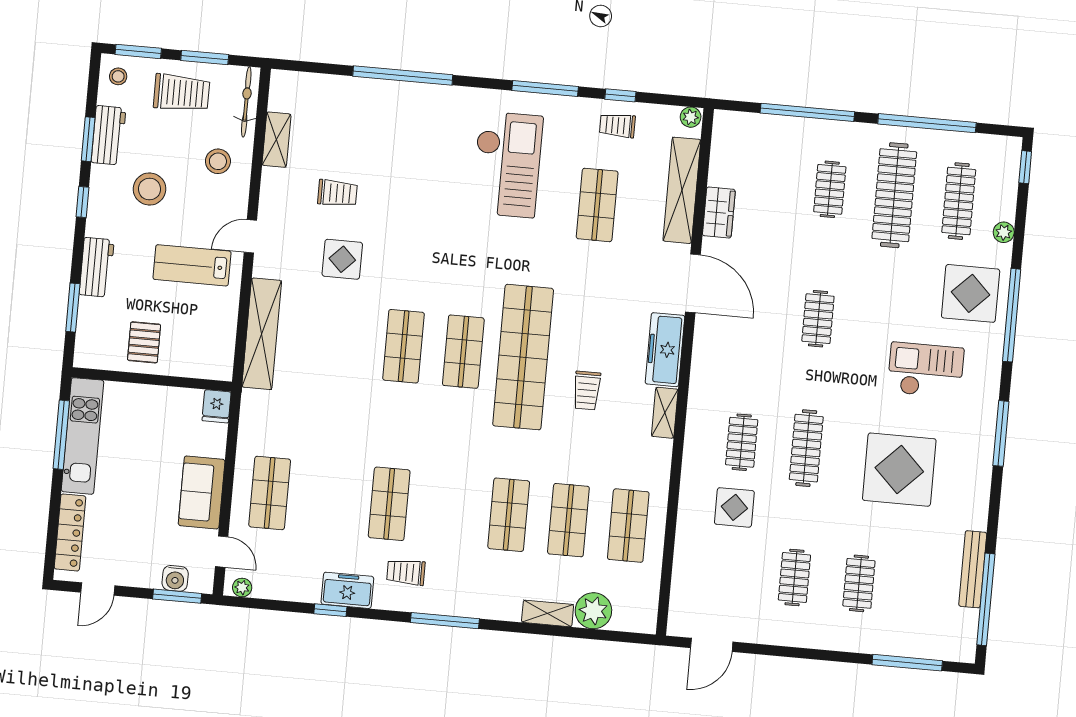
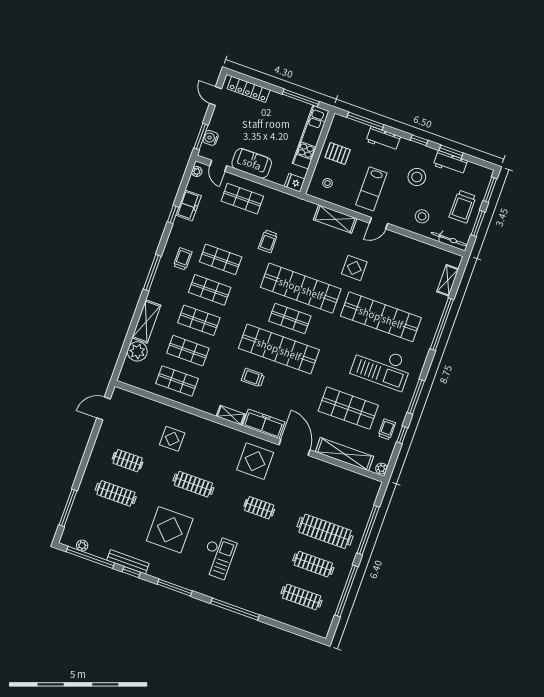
stool: (118, 76) -> (327, 183), moved
shelving: (276, 140) -> (448, 280), moved, turned 90
window: (1025, 167) -> (131, 572), moved
shop shelf: (418, 189) -> (381, 317), added
clothes rail: (830, 189) -> (325, 531), width x1.86, depth x1.31
trolley: (337, 193) -> (268, 241), moved
clothes rail: (894, 195) -> (313, 564), width x0.73, depth x0.76
shop shelf: (597, 205) -> (348, 408), width x1.43, depth x1.36
wardrobe: (719, 213) -> (328, 470), removed
plant: (1004, 232) -> (82, 546), moved
door: (250, 236) -> (379, 223), swing flipped
lab bench: (192, 265) -> (371, 189), turned 180
door: (693, 283) -> (294, 447), swing flipped
display table: (971, 293) -> (255, 461), moved
window: (73, 308) -> (365, 121), width x1.44
shelving: (262, 334) -> (335, 219), width x0.68
shop shelf: (404, 346) -> (301, 288), width x2.00, depth x1.36
kitchen unit: (83, 436) -> (311, 137), moved, turned 90
clothes rail: (742, 442) -> (205, 451), removed
shop shelf: (449, 509) -> (210, 290), added
door: (222, 552) -> (218, 166), hinge flipped
bench: (973, 569) -> (128, 562), moved
clothes rail: (859, 583) -> (116, 493), width x1.36
freezer: (347, 590) -> (188, 205), moved
shelving: (548, 613) -> (146, 321), width x1.50, depth x1.33
door: (712, 645) -> (104, 408), hinge flipped

